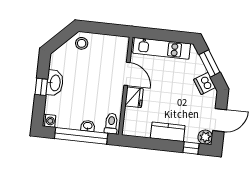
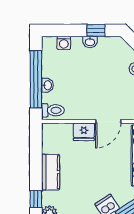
washbasin: (55, 83) -> (90, 42), width x0.52, depth x0.69
window: (41, 87) -> (96, 30), moved
washing machine: (49, 121) -> (64, 43), moved

